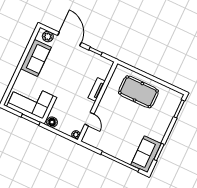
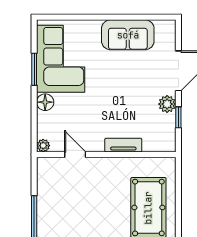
plant: (48, 37) -> (167, 104), moved
door: (89, 119) -> (75, 155), swing flipped

